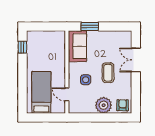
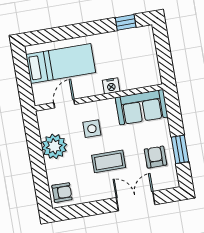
window: (90, 27) -> (180, 149), moved
armchair: (110, 43) -> (155, 157), added
nightstand: (61, 63) -> (111, 86), added
plant: (104, 105) -> (54, 146), moved

